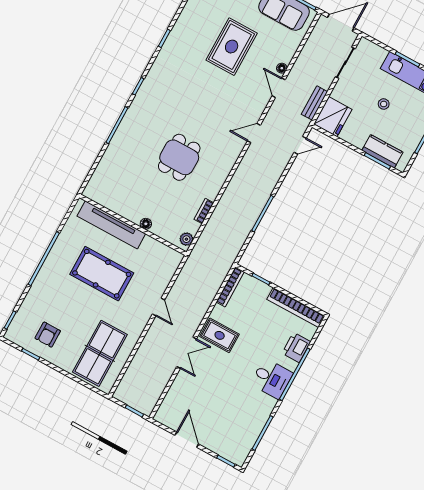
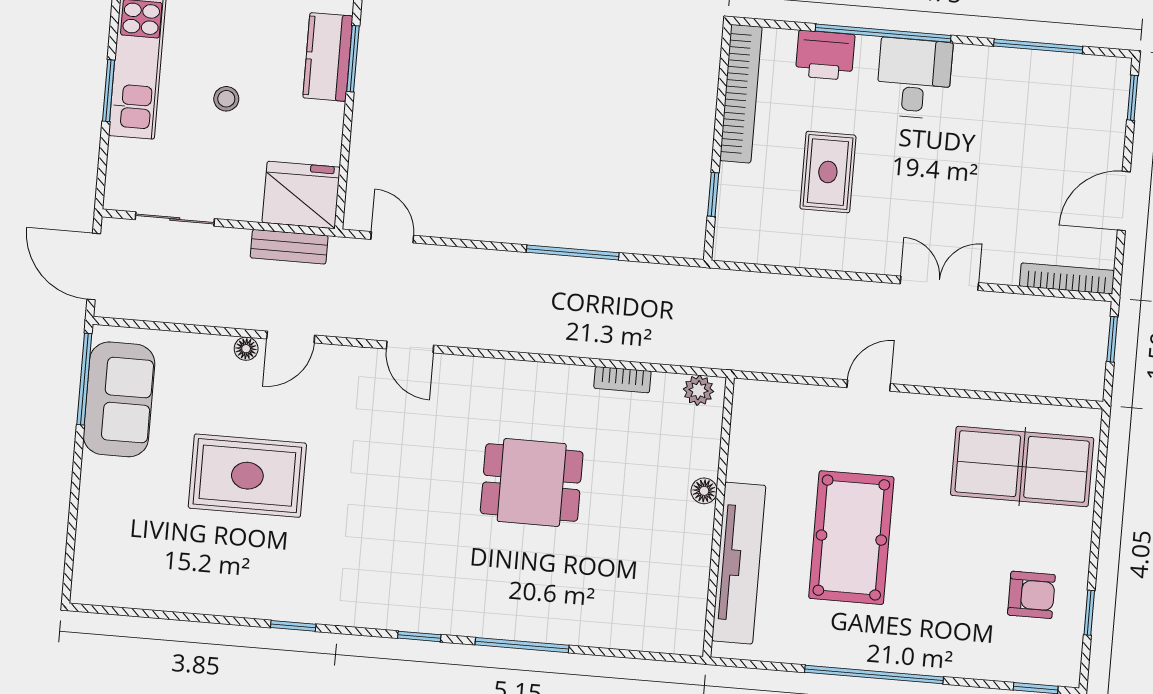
bookcase: (230, 287) -> (1067, 278), moved
rug: (220, 335) -> (828, 172), moved

